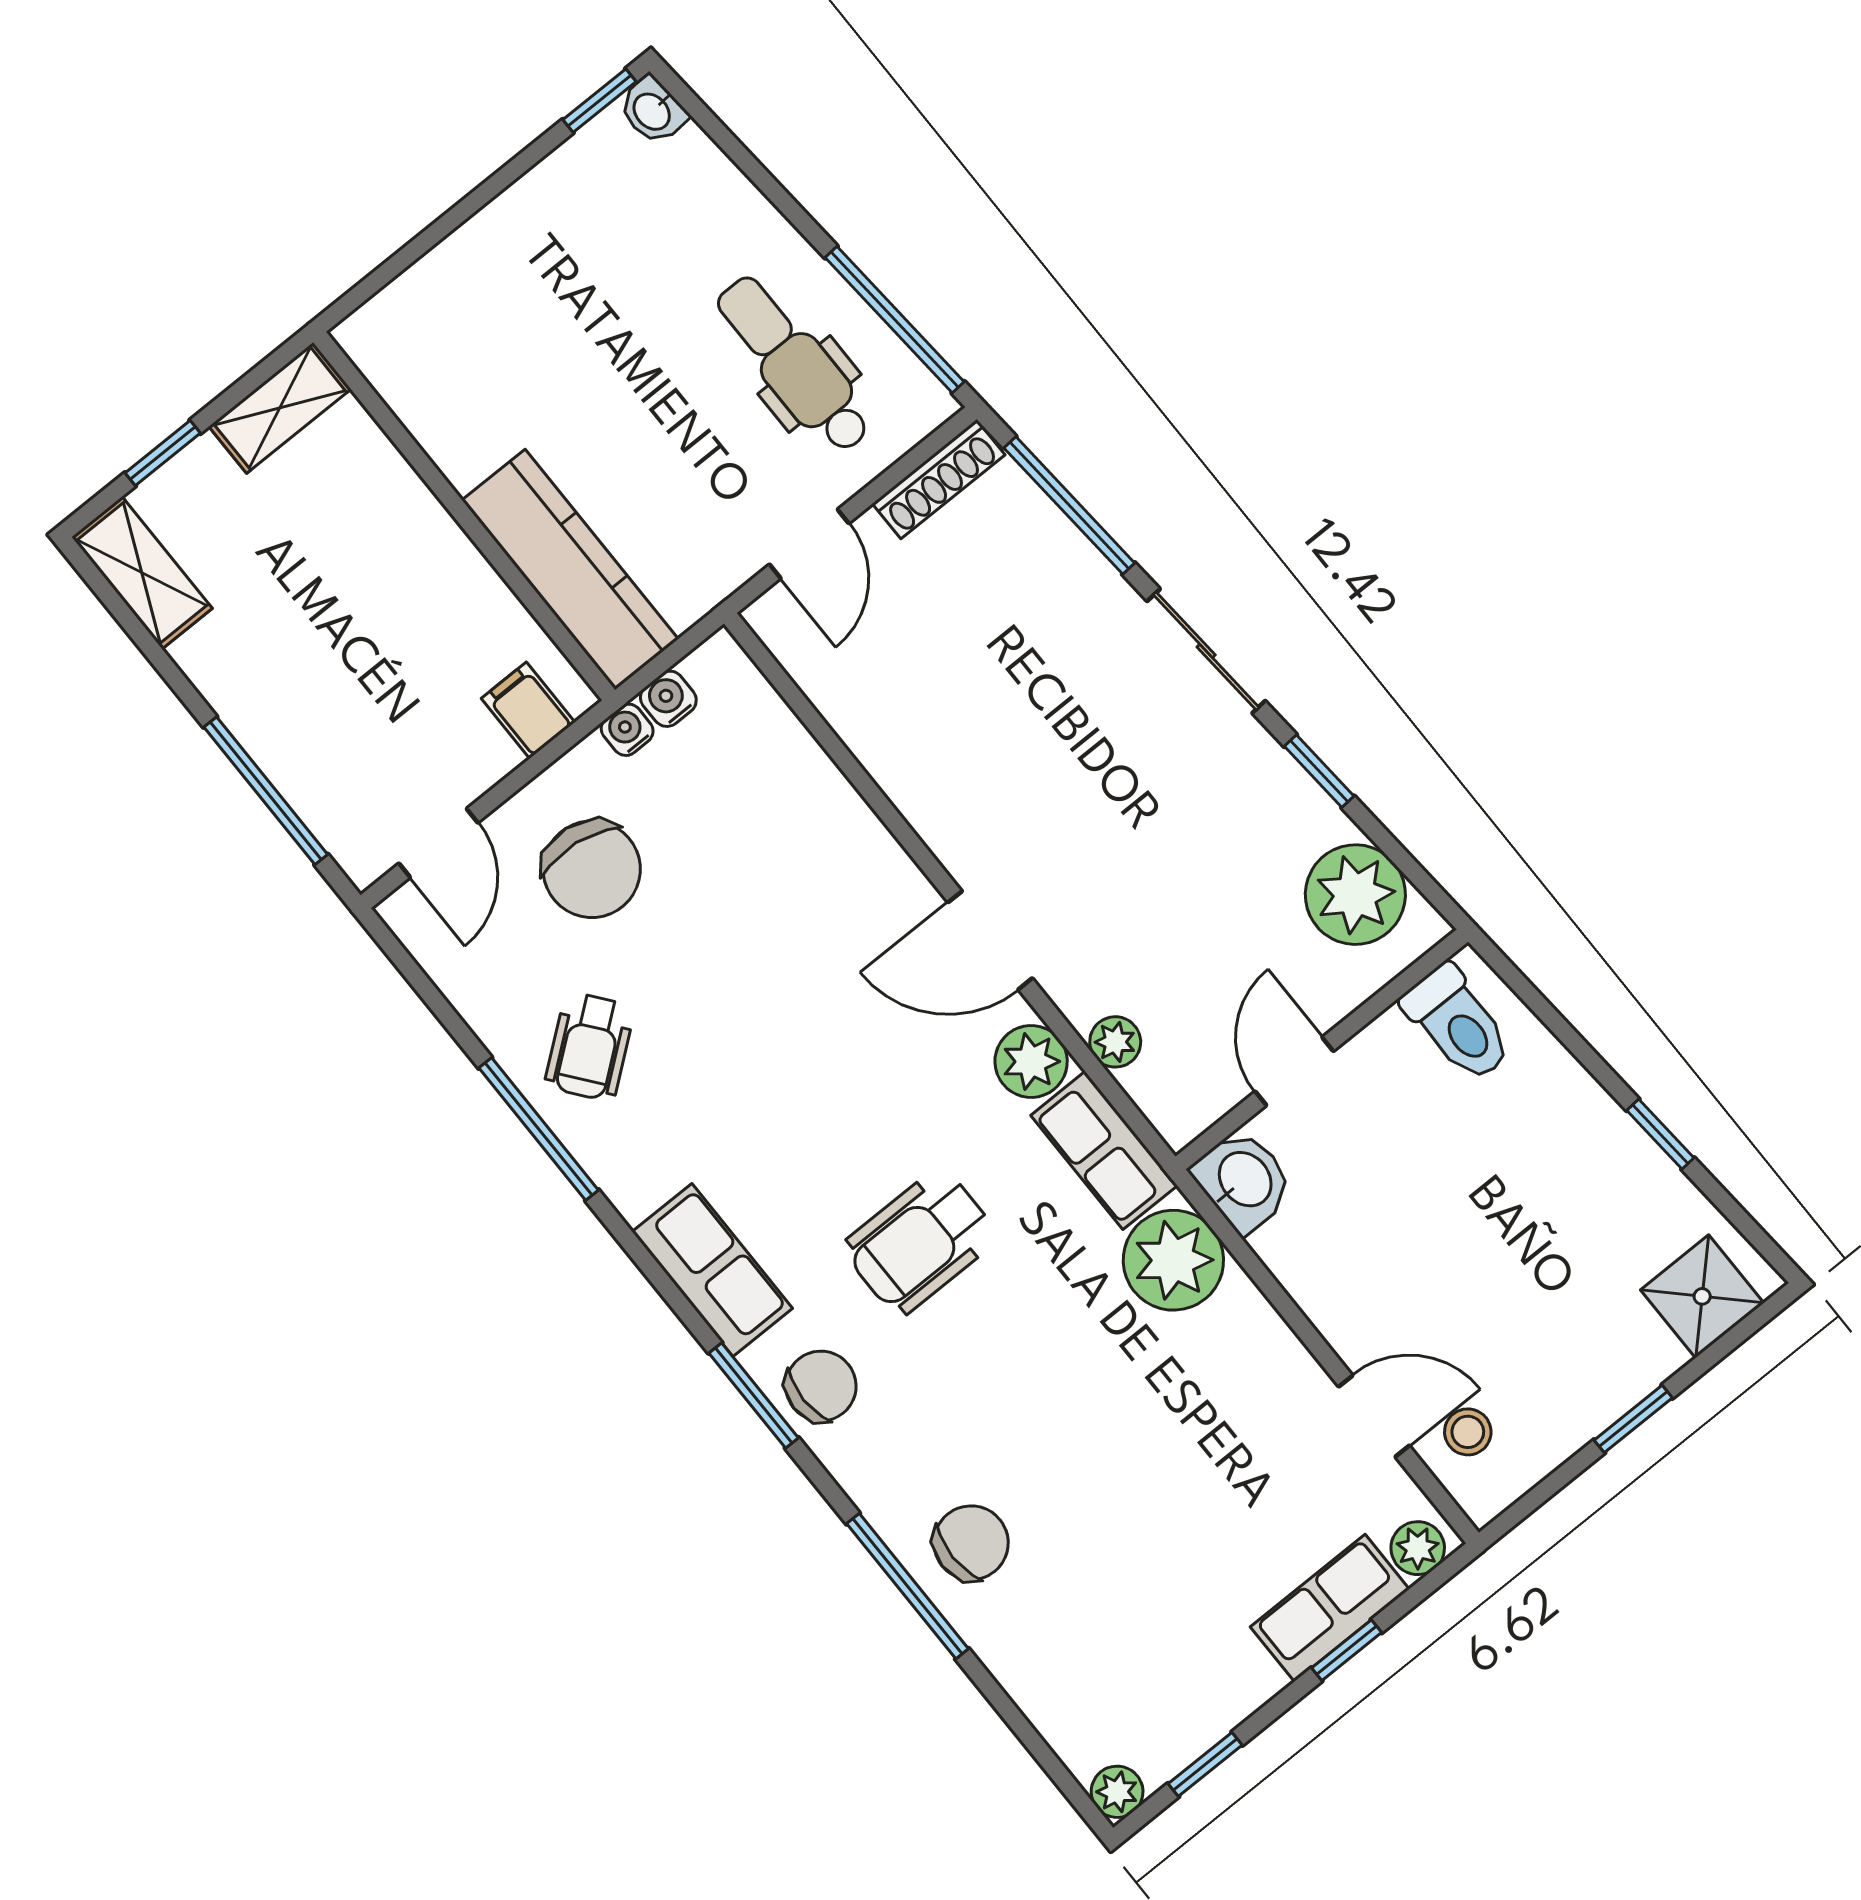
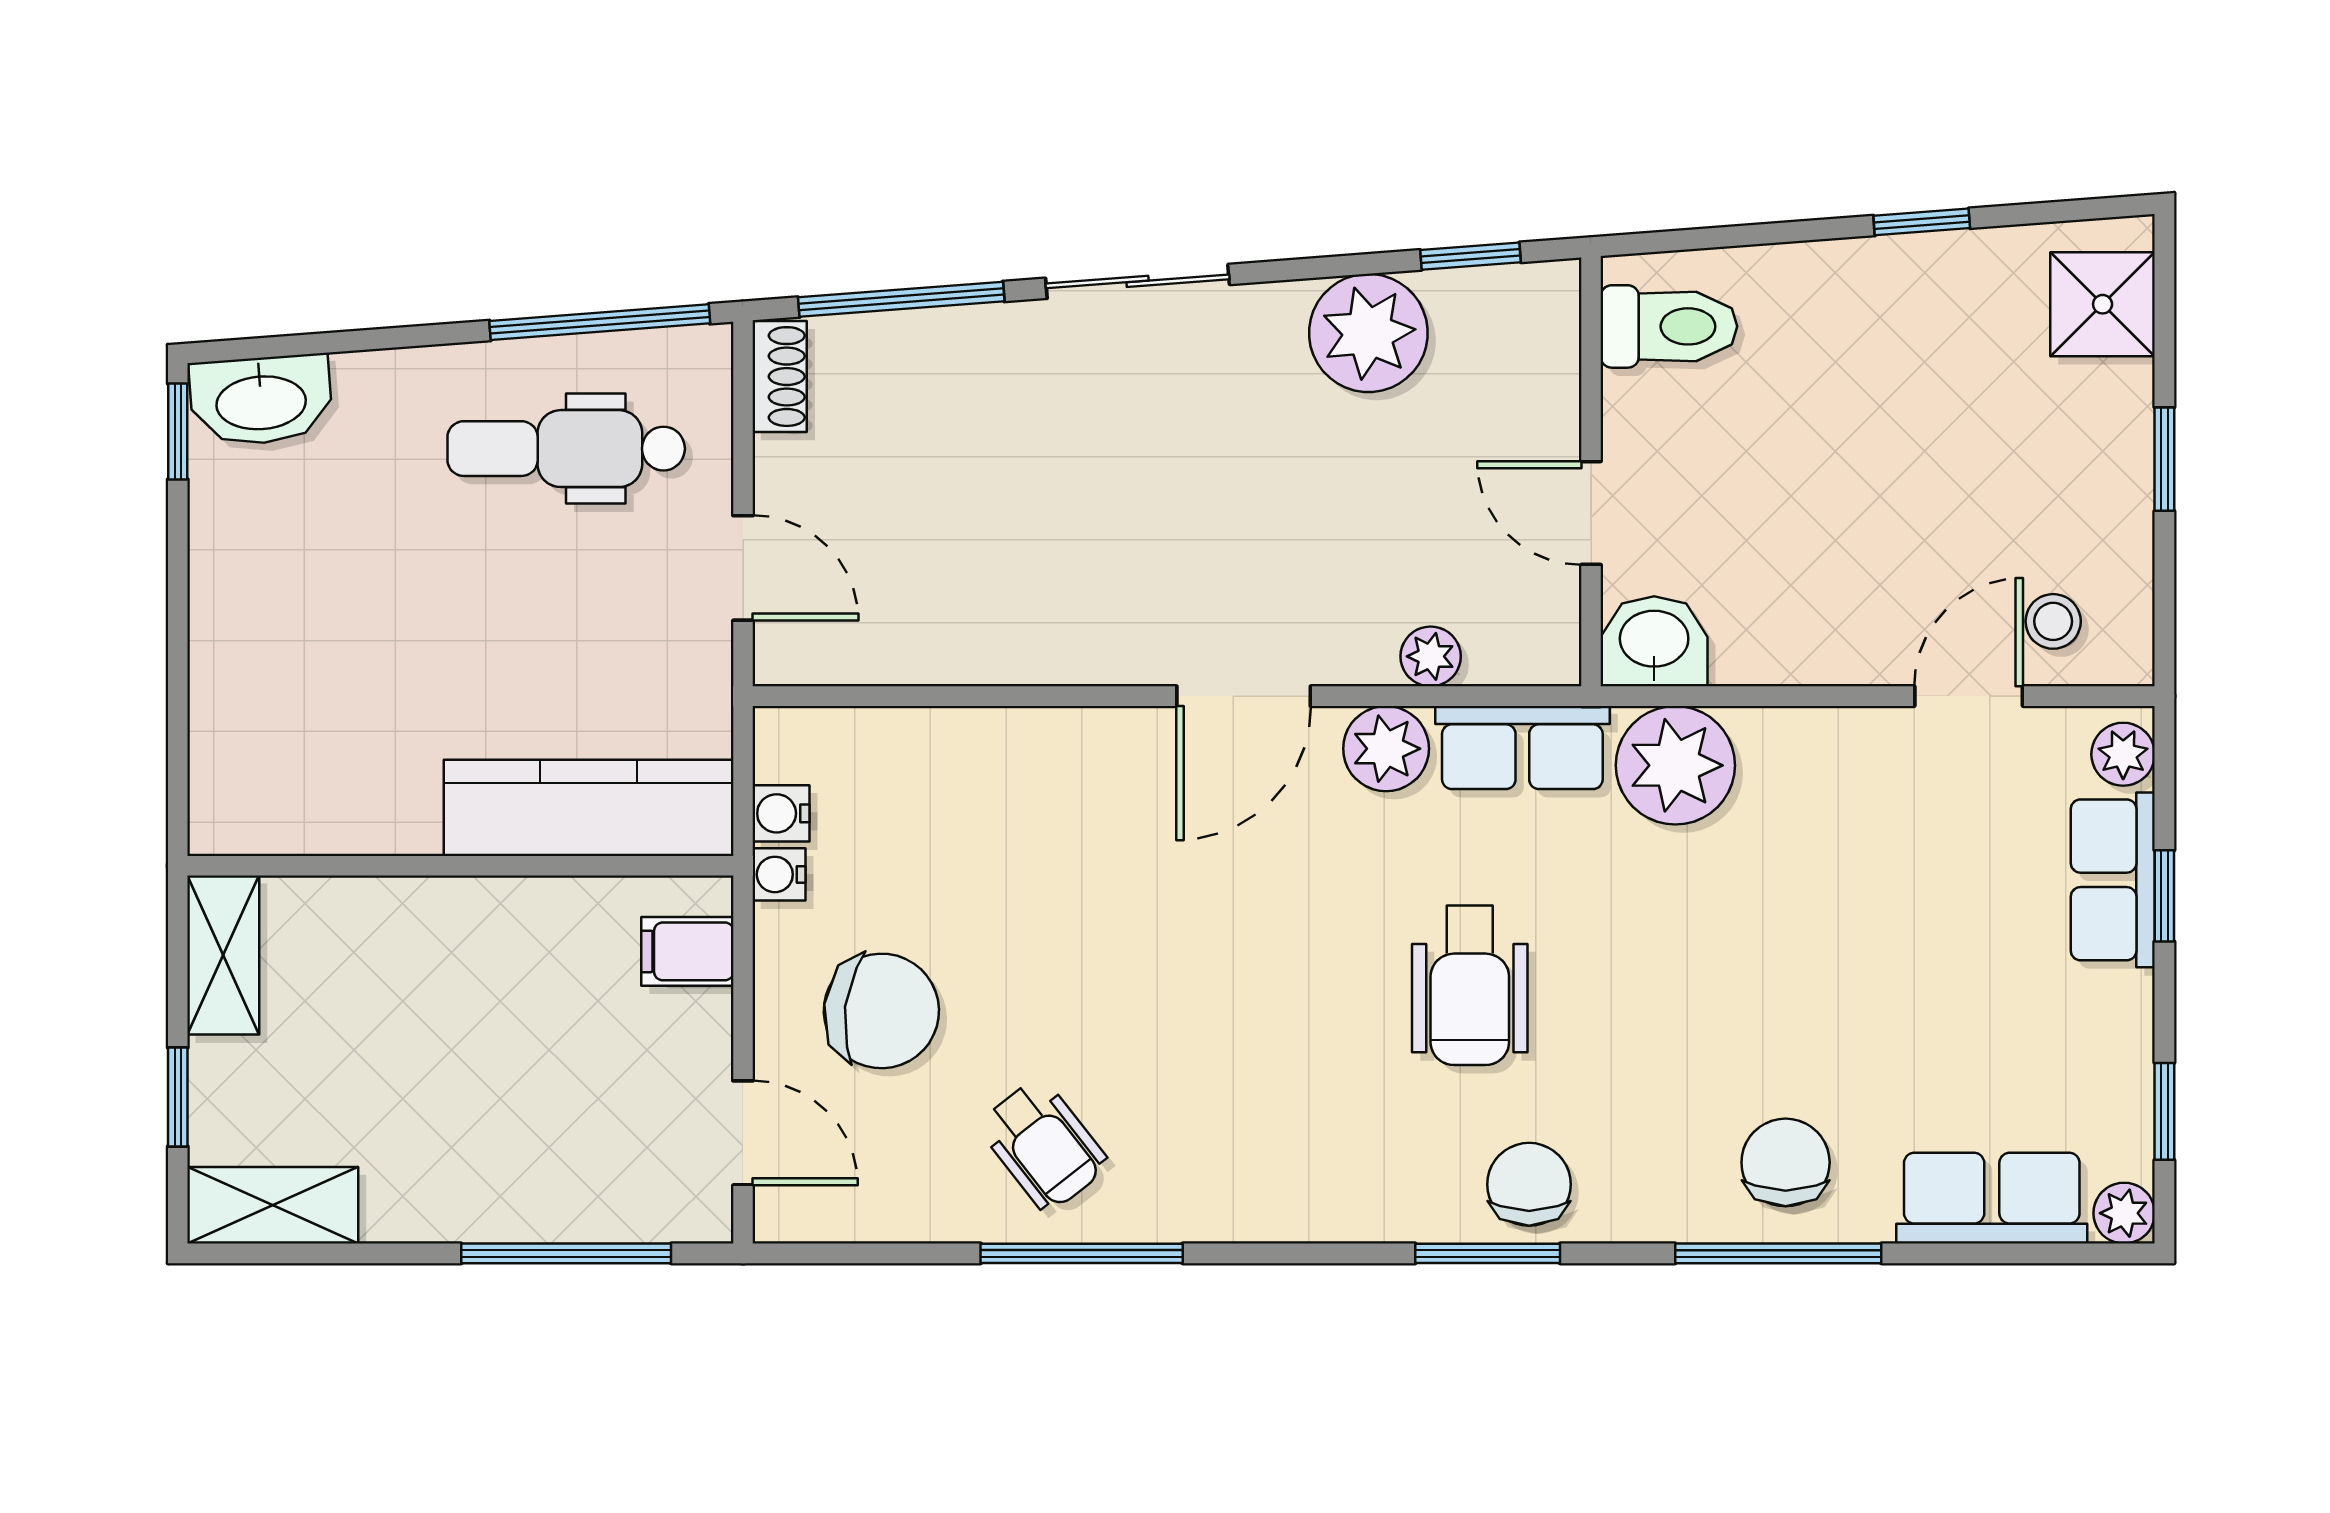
washbasin: (653, 111) -> (261, 400), width x1.91, depth x1.45
shoe rack: (939, 479) -> (780, 377), width x0.70
window: (1319, 771) -> (1471, 256), moved
plant: (1355, 895) -> (1368, 333), moved
row of seats: (712, 1270) -> (1992, 1198), moved

